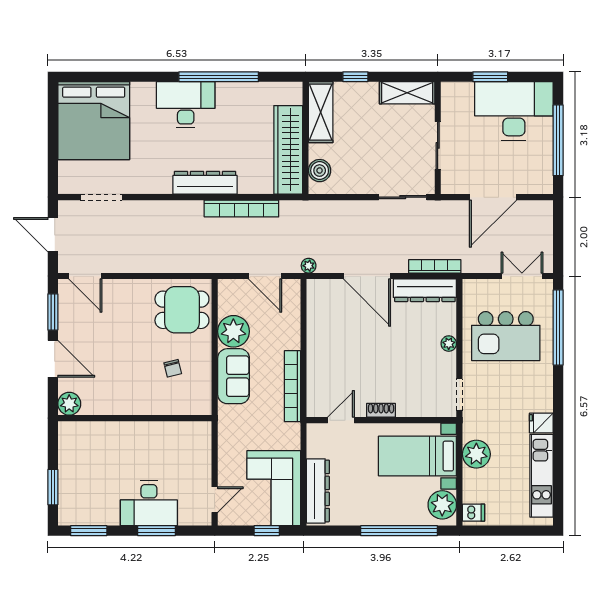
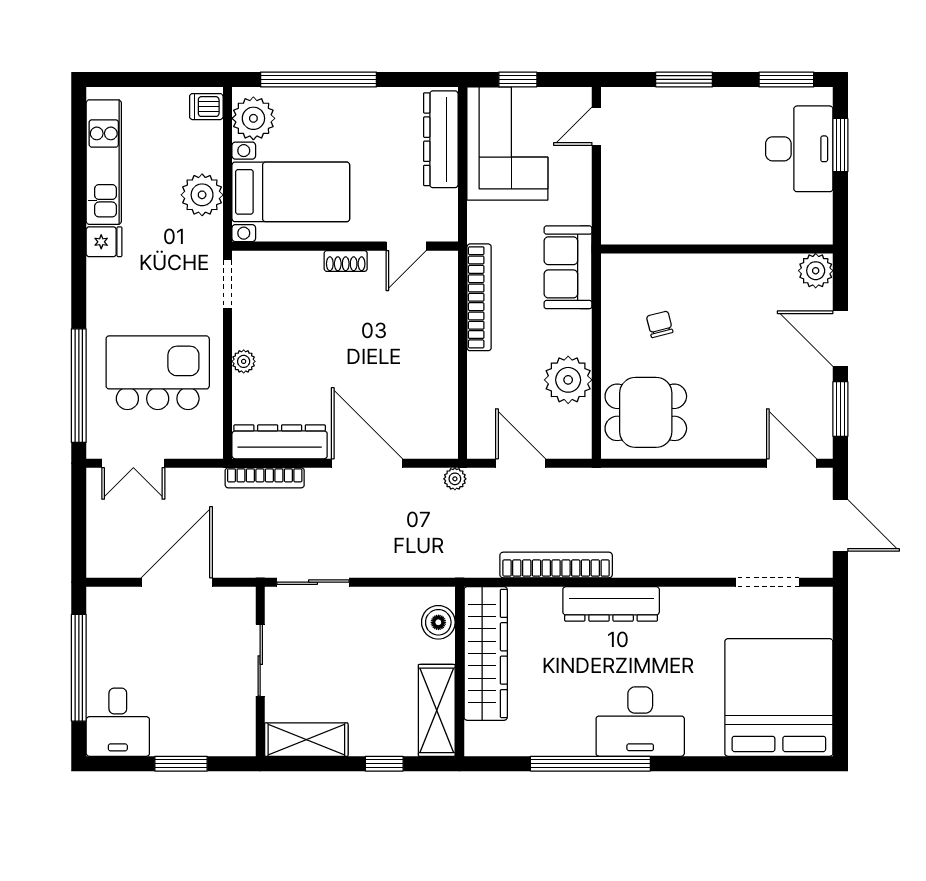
desk: (514, 111) -> (118, 722), width x0.53, depth x0.77
sofa: (234, 376) -> (568, 267), moved
desk: (149, 503) -> (799, 149), moved, turned 90

